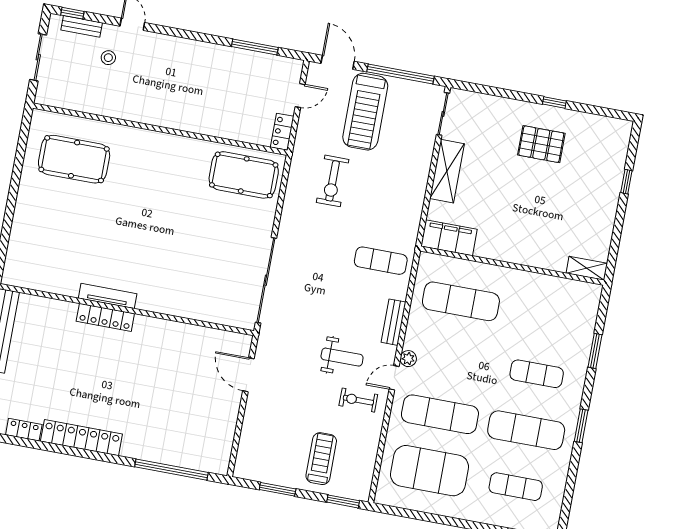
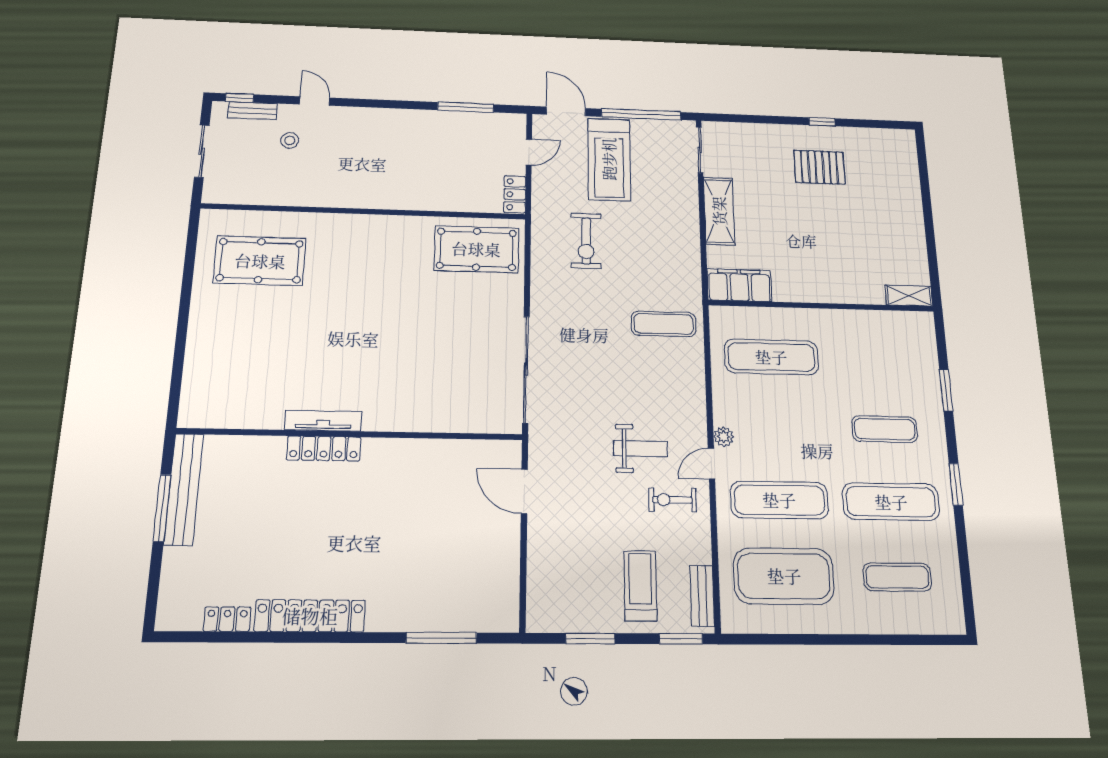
window: (626, 182) -> (926, 194), removed
bench: (393, 322) -> (702, 596), moved
window: (171, 470) -> (441, 638), width x0.68

